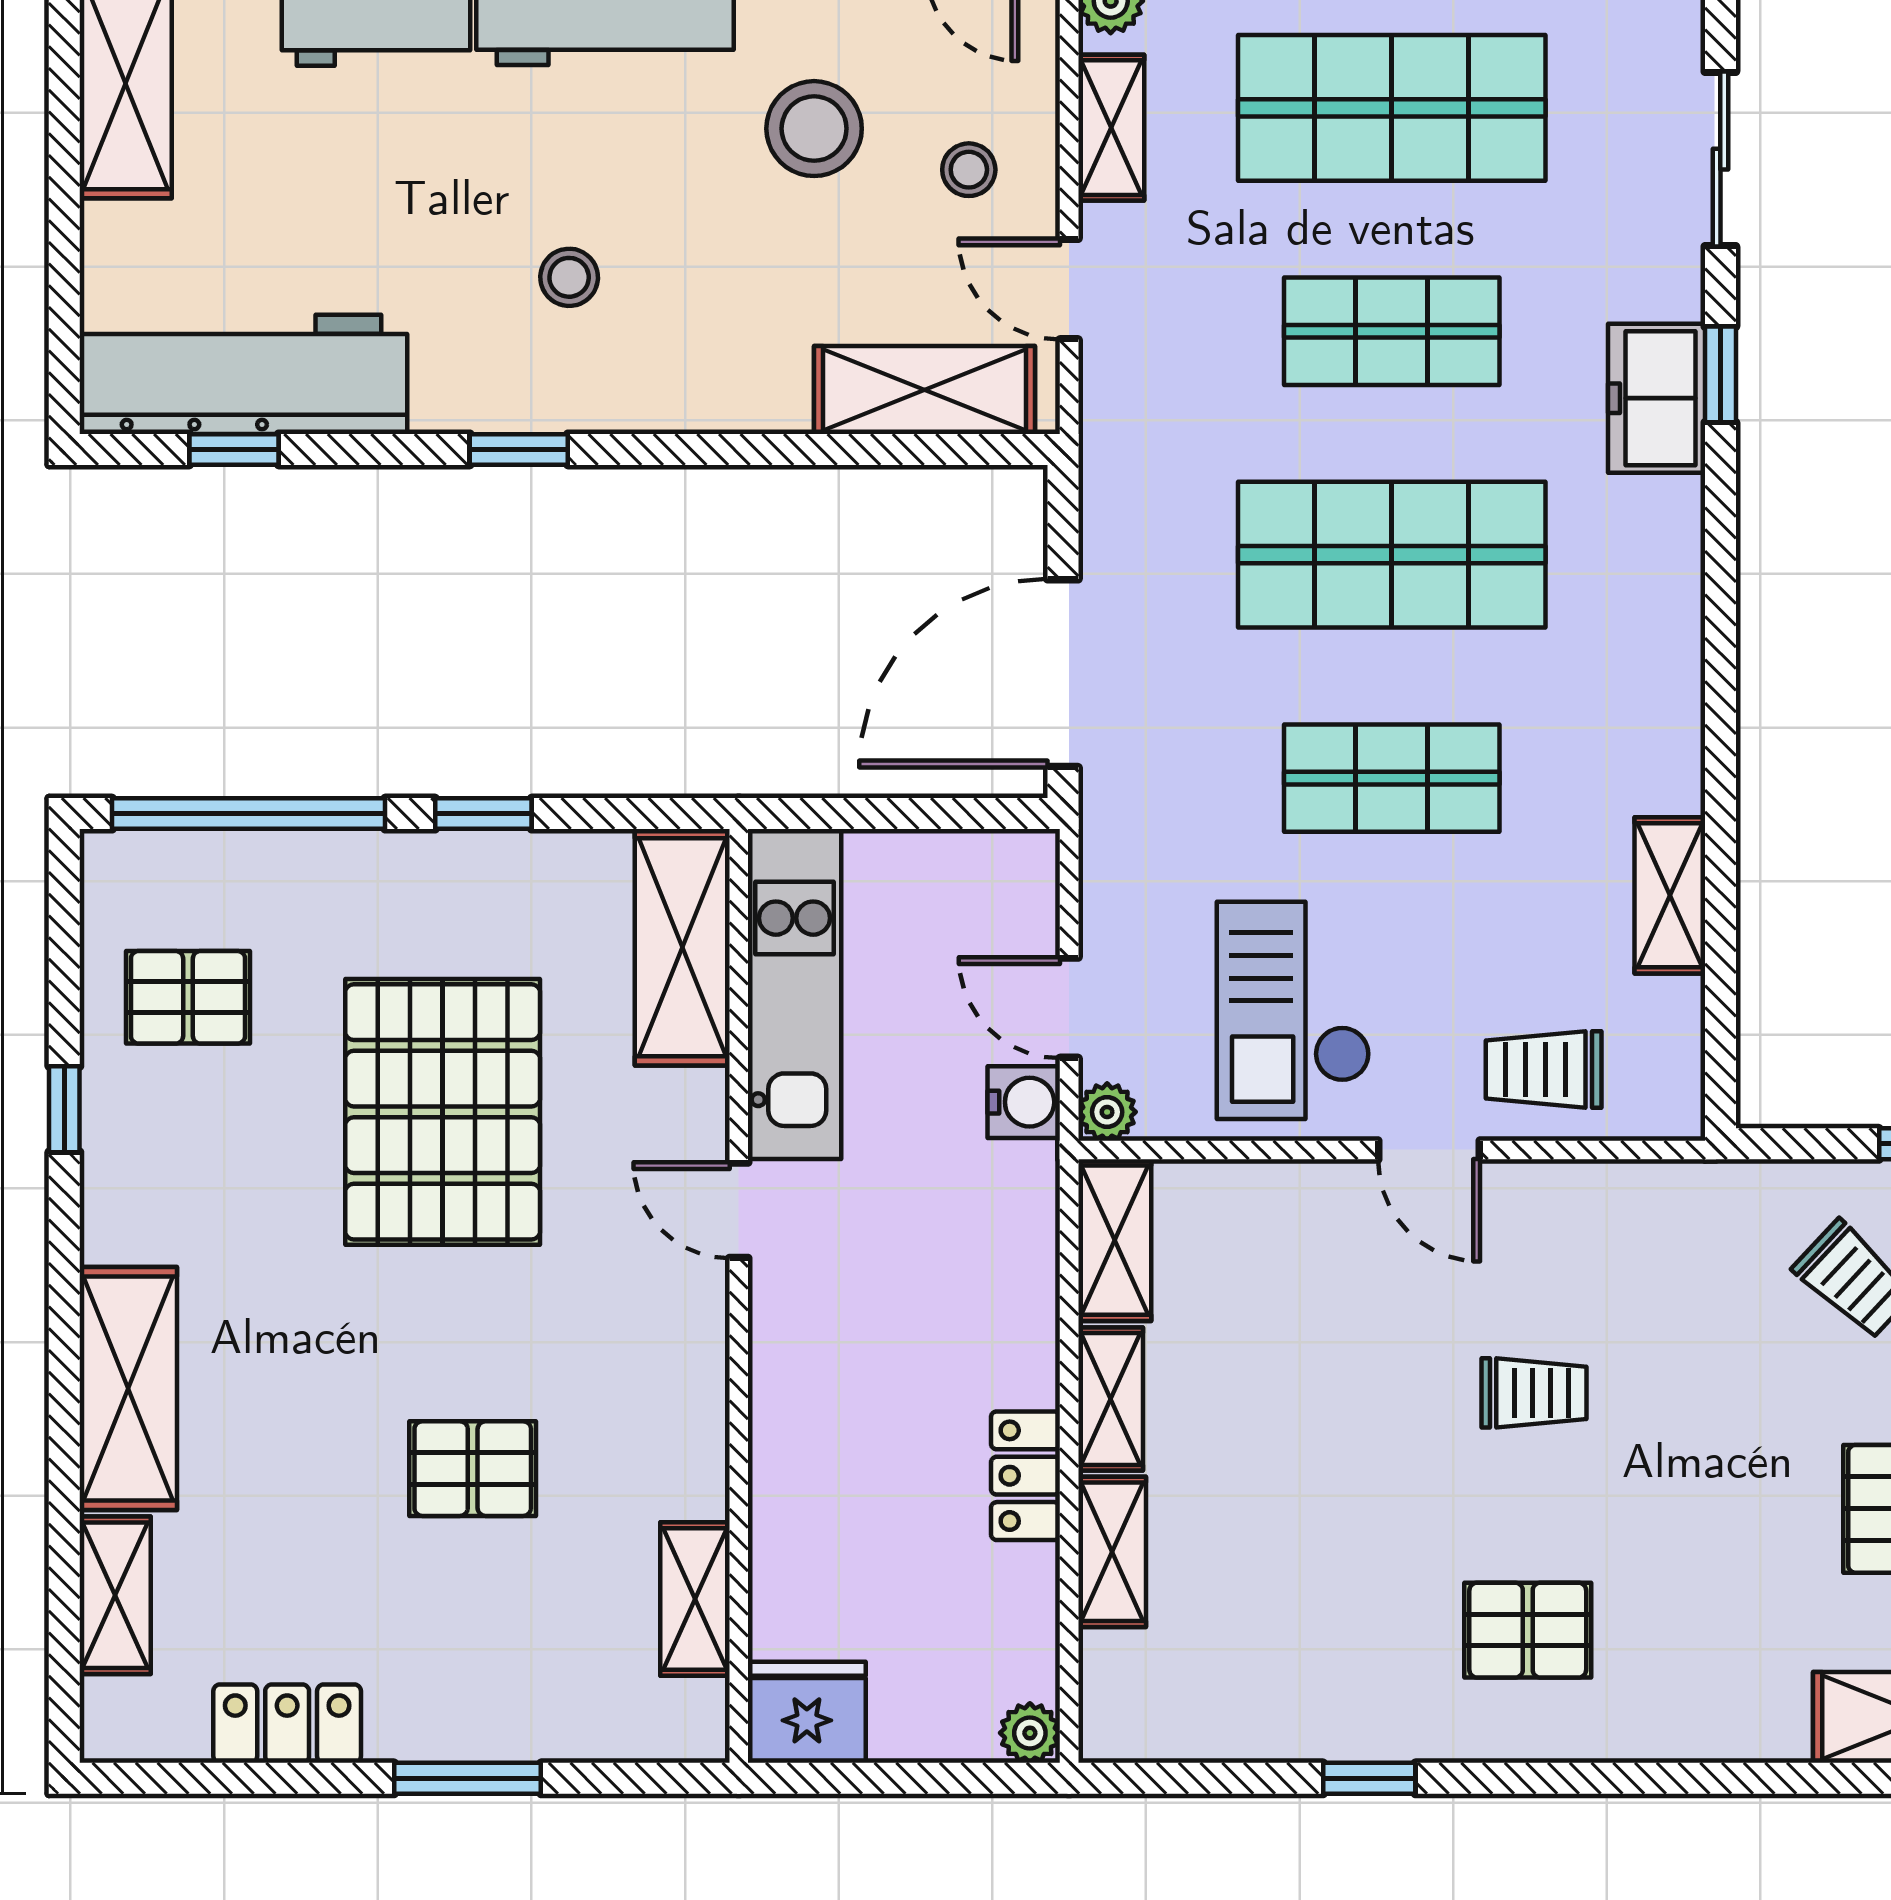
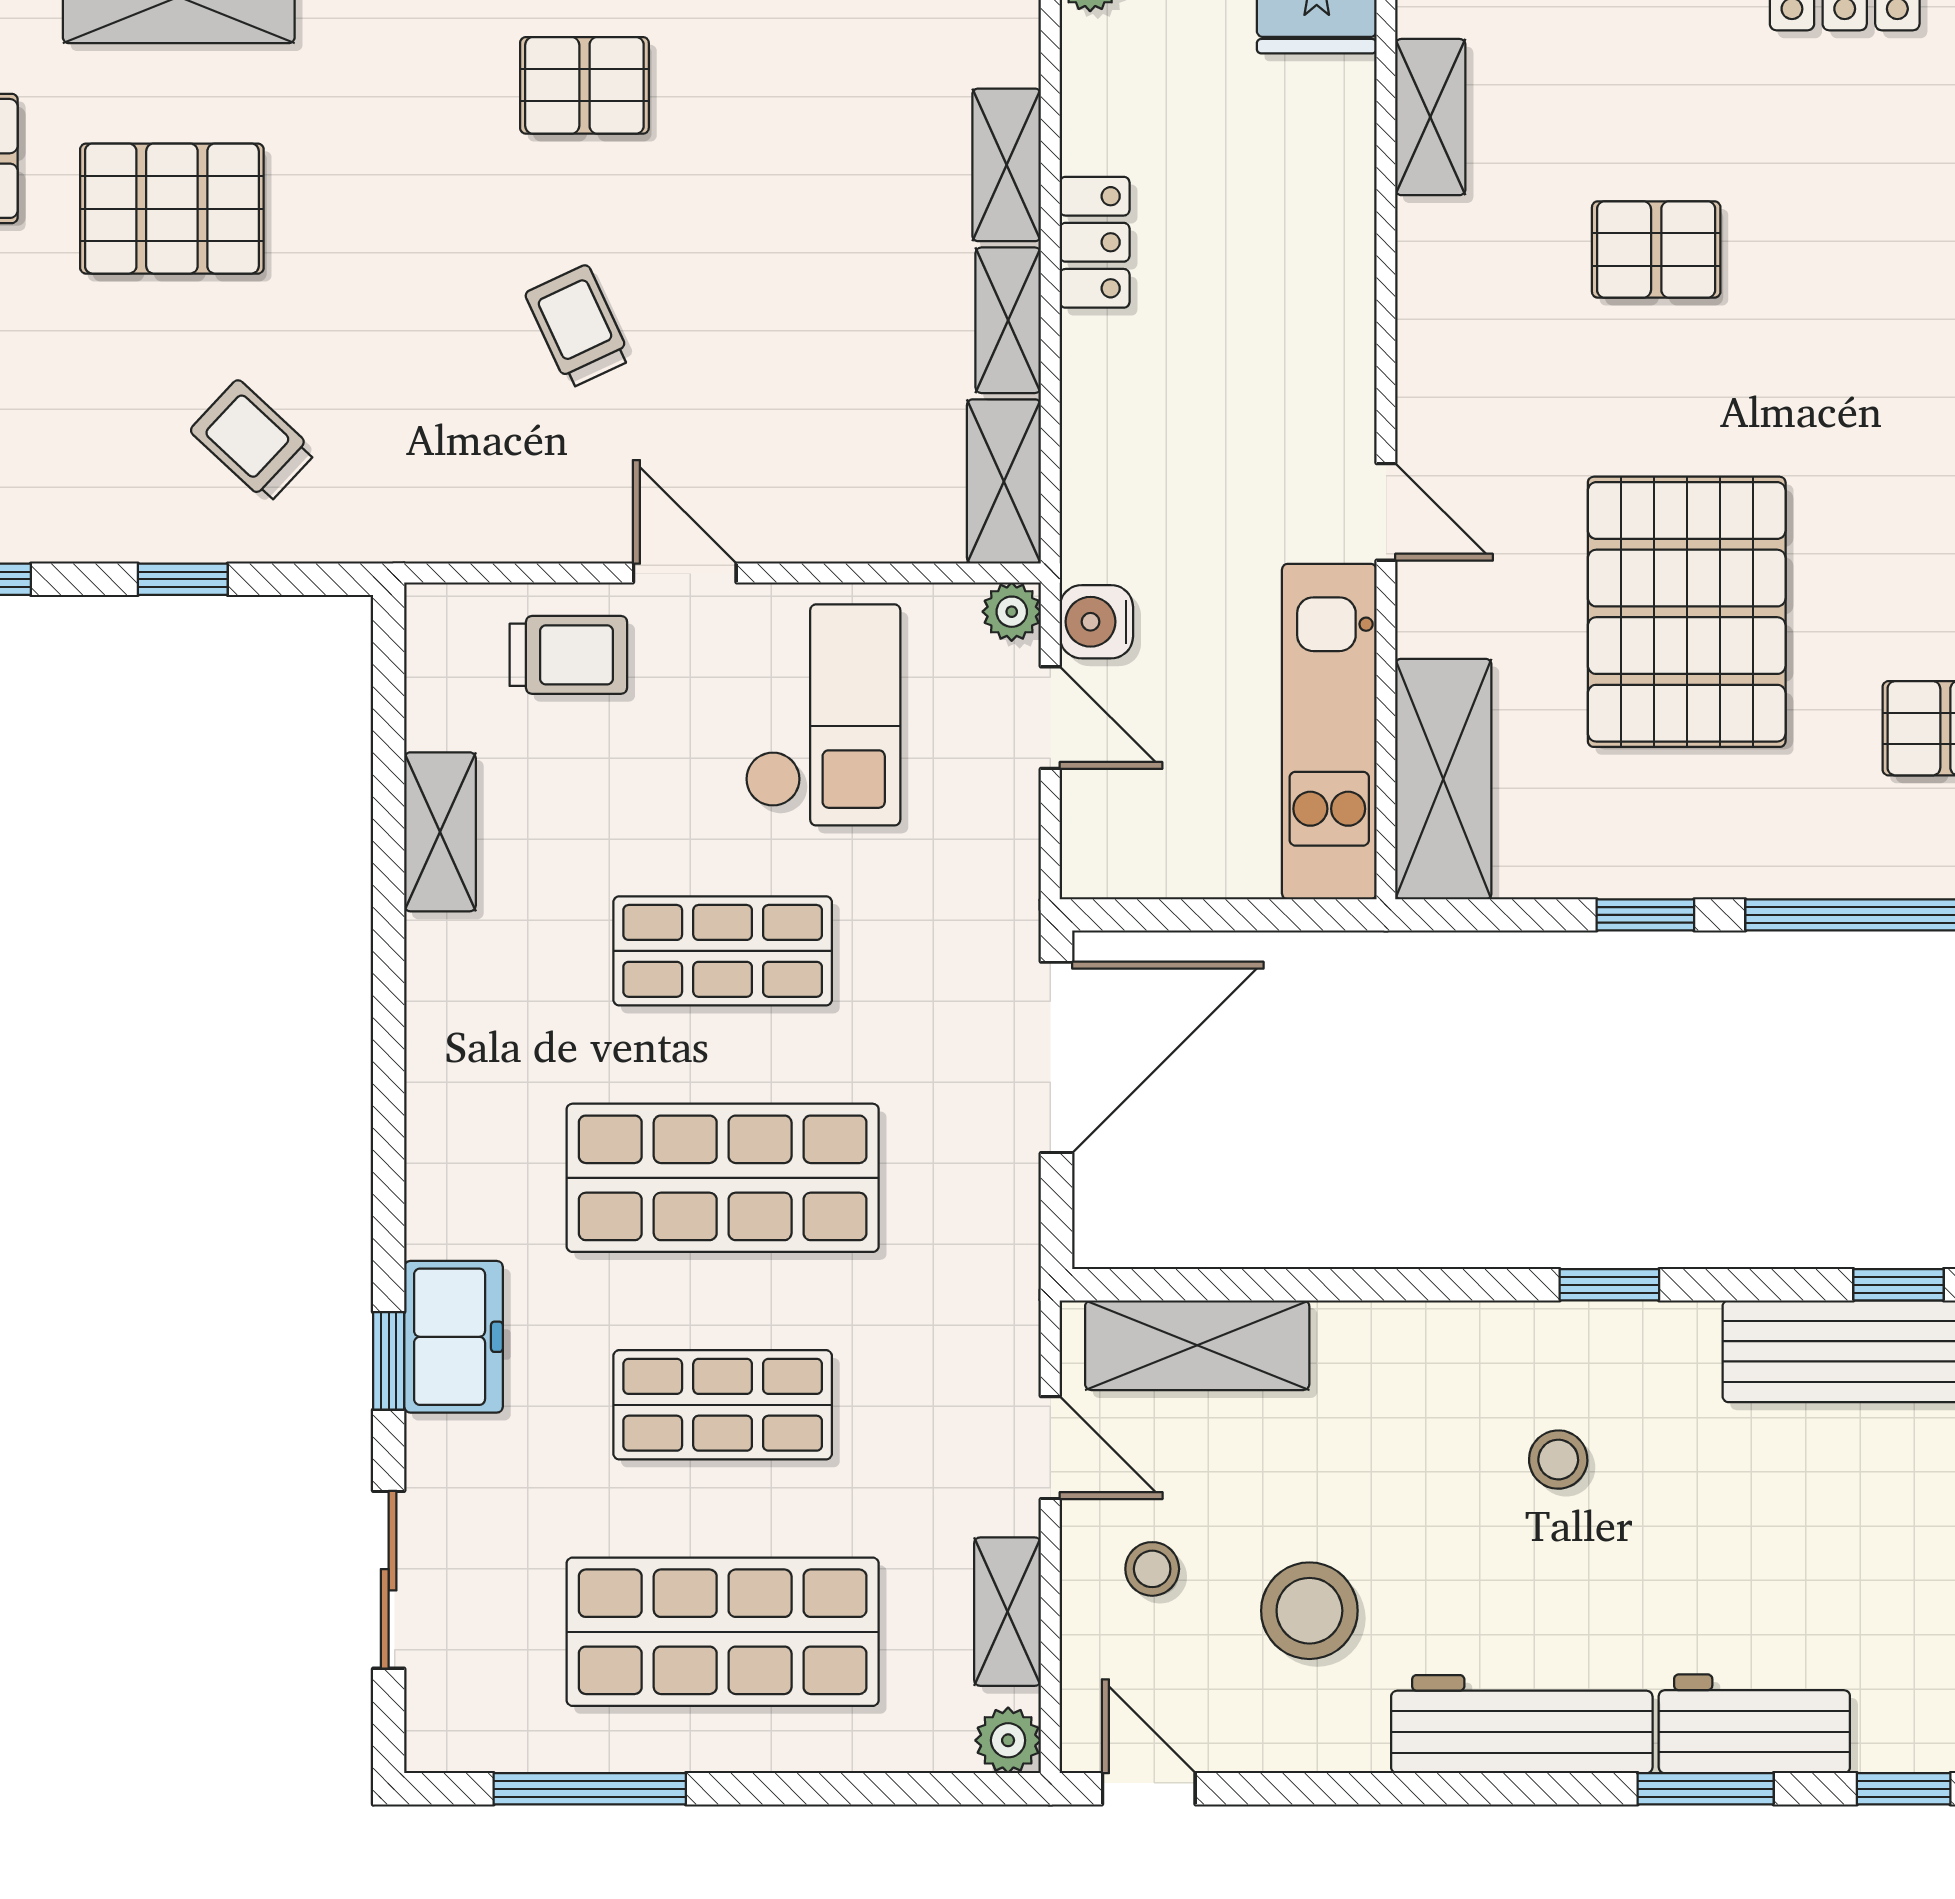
trolley: (1534, 1393) -> (578, 326), turned 65

